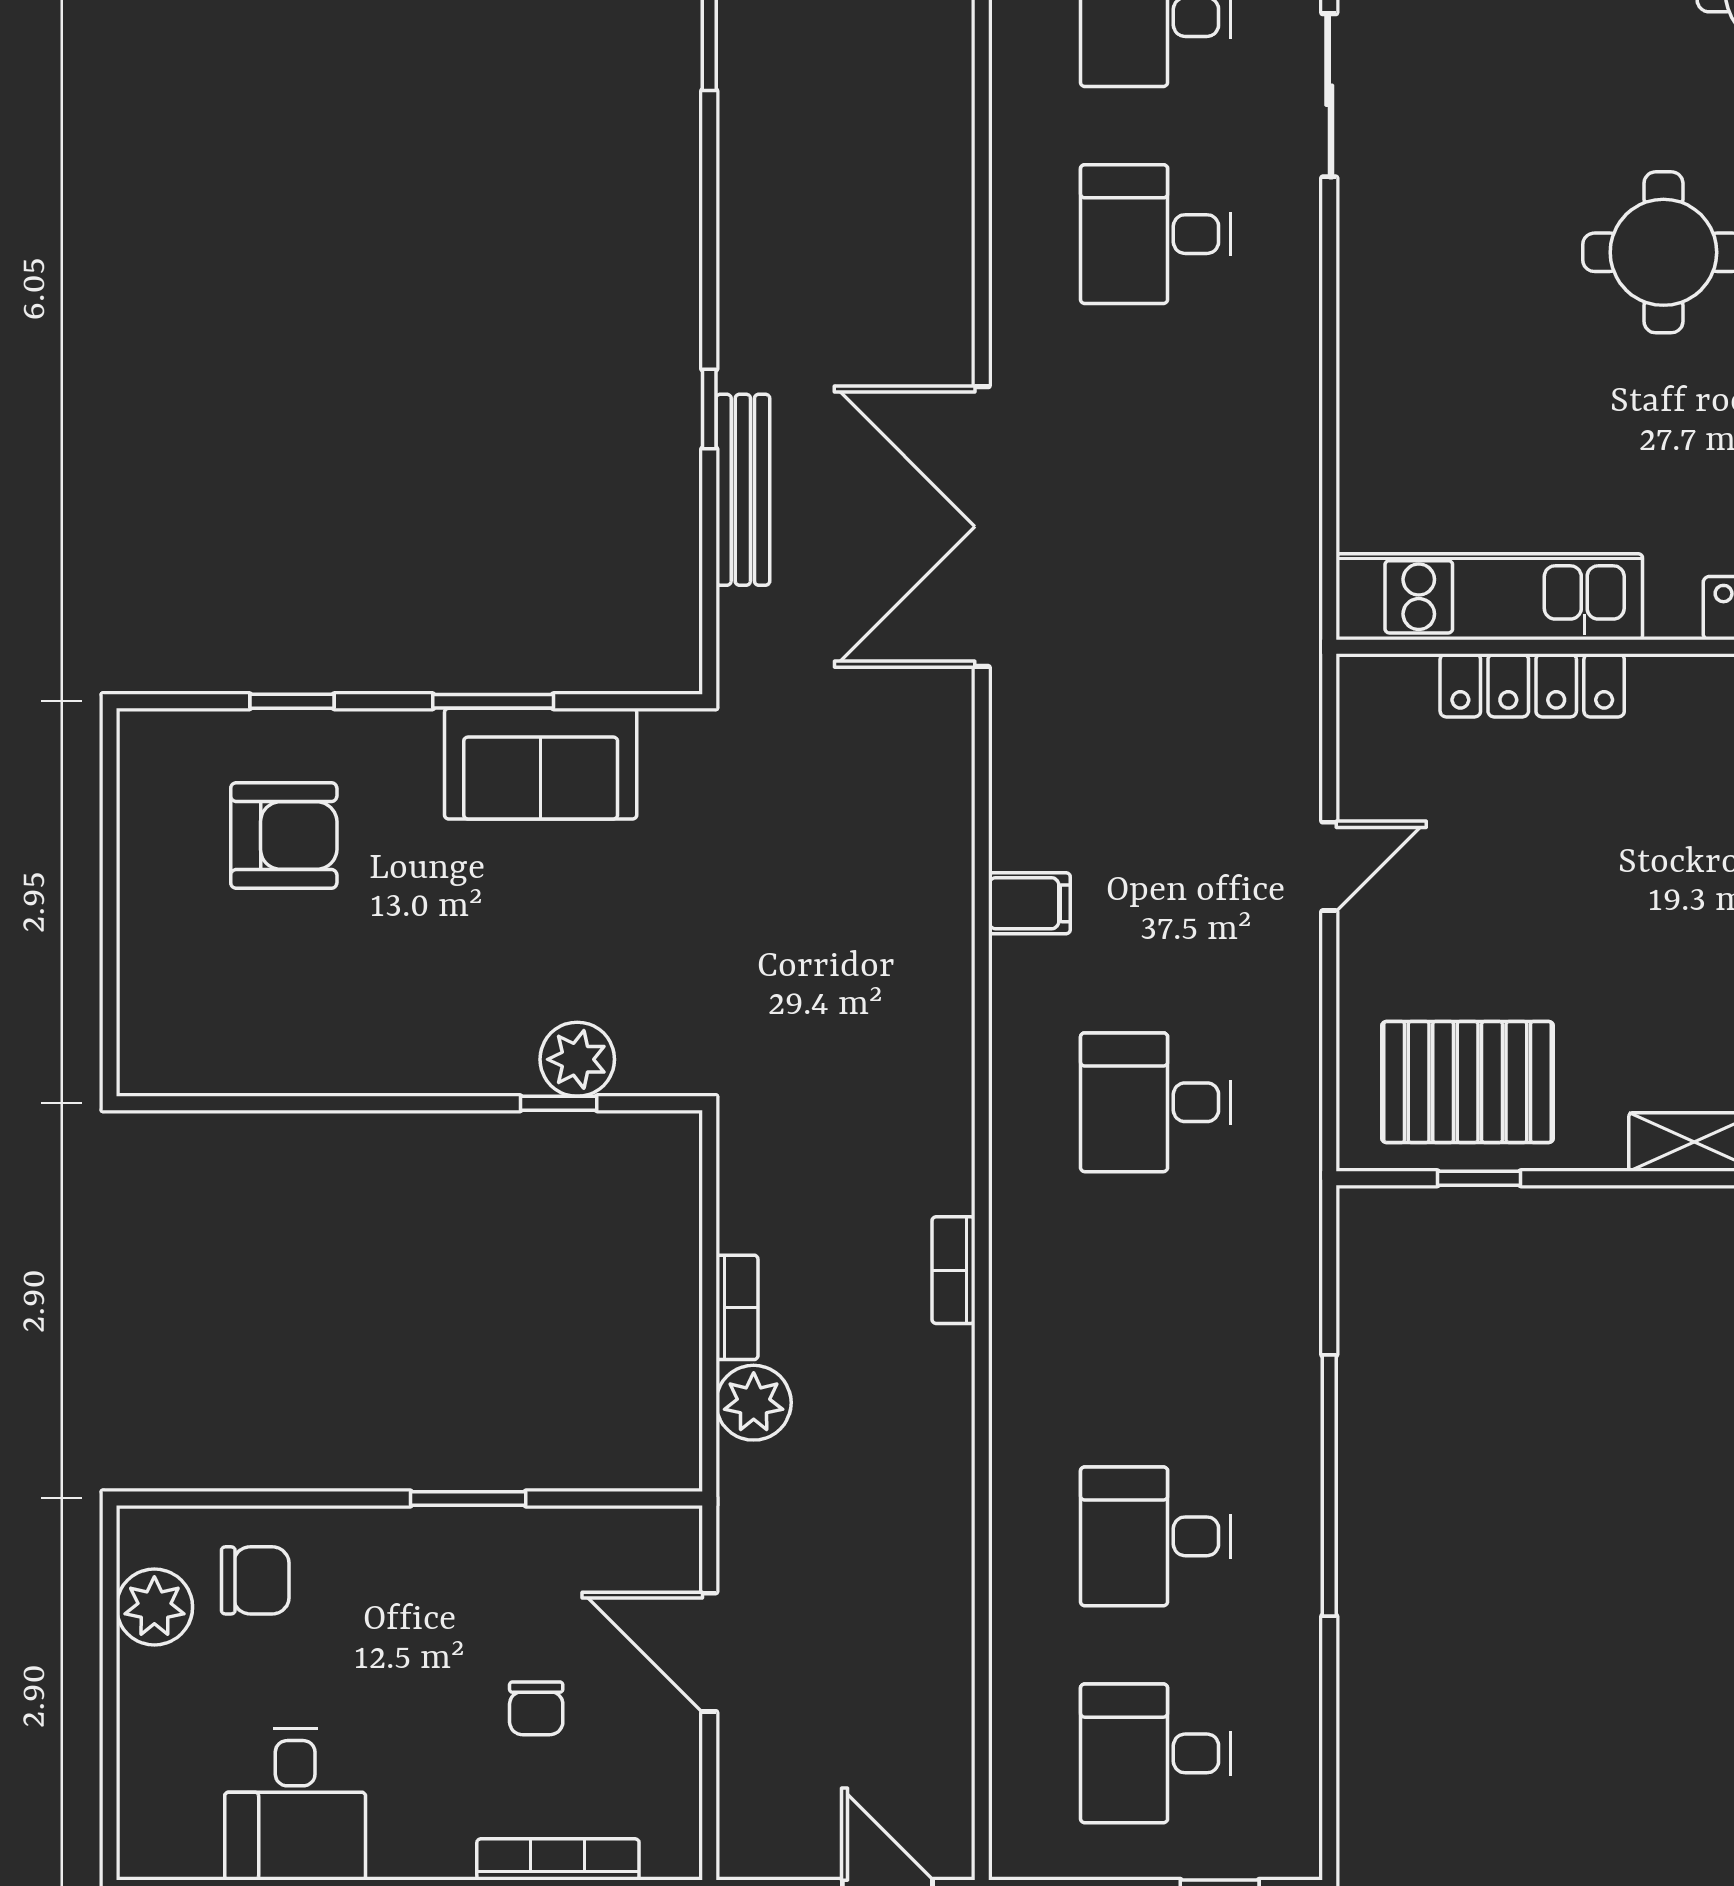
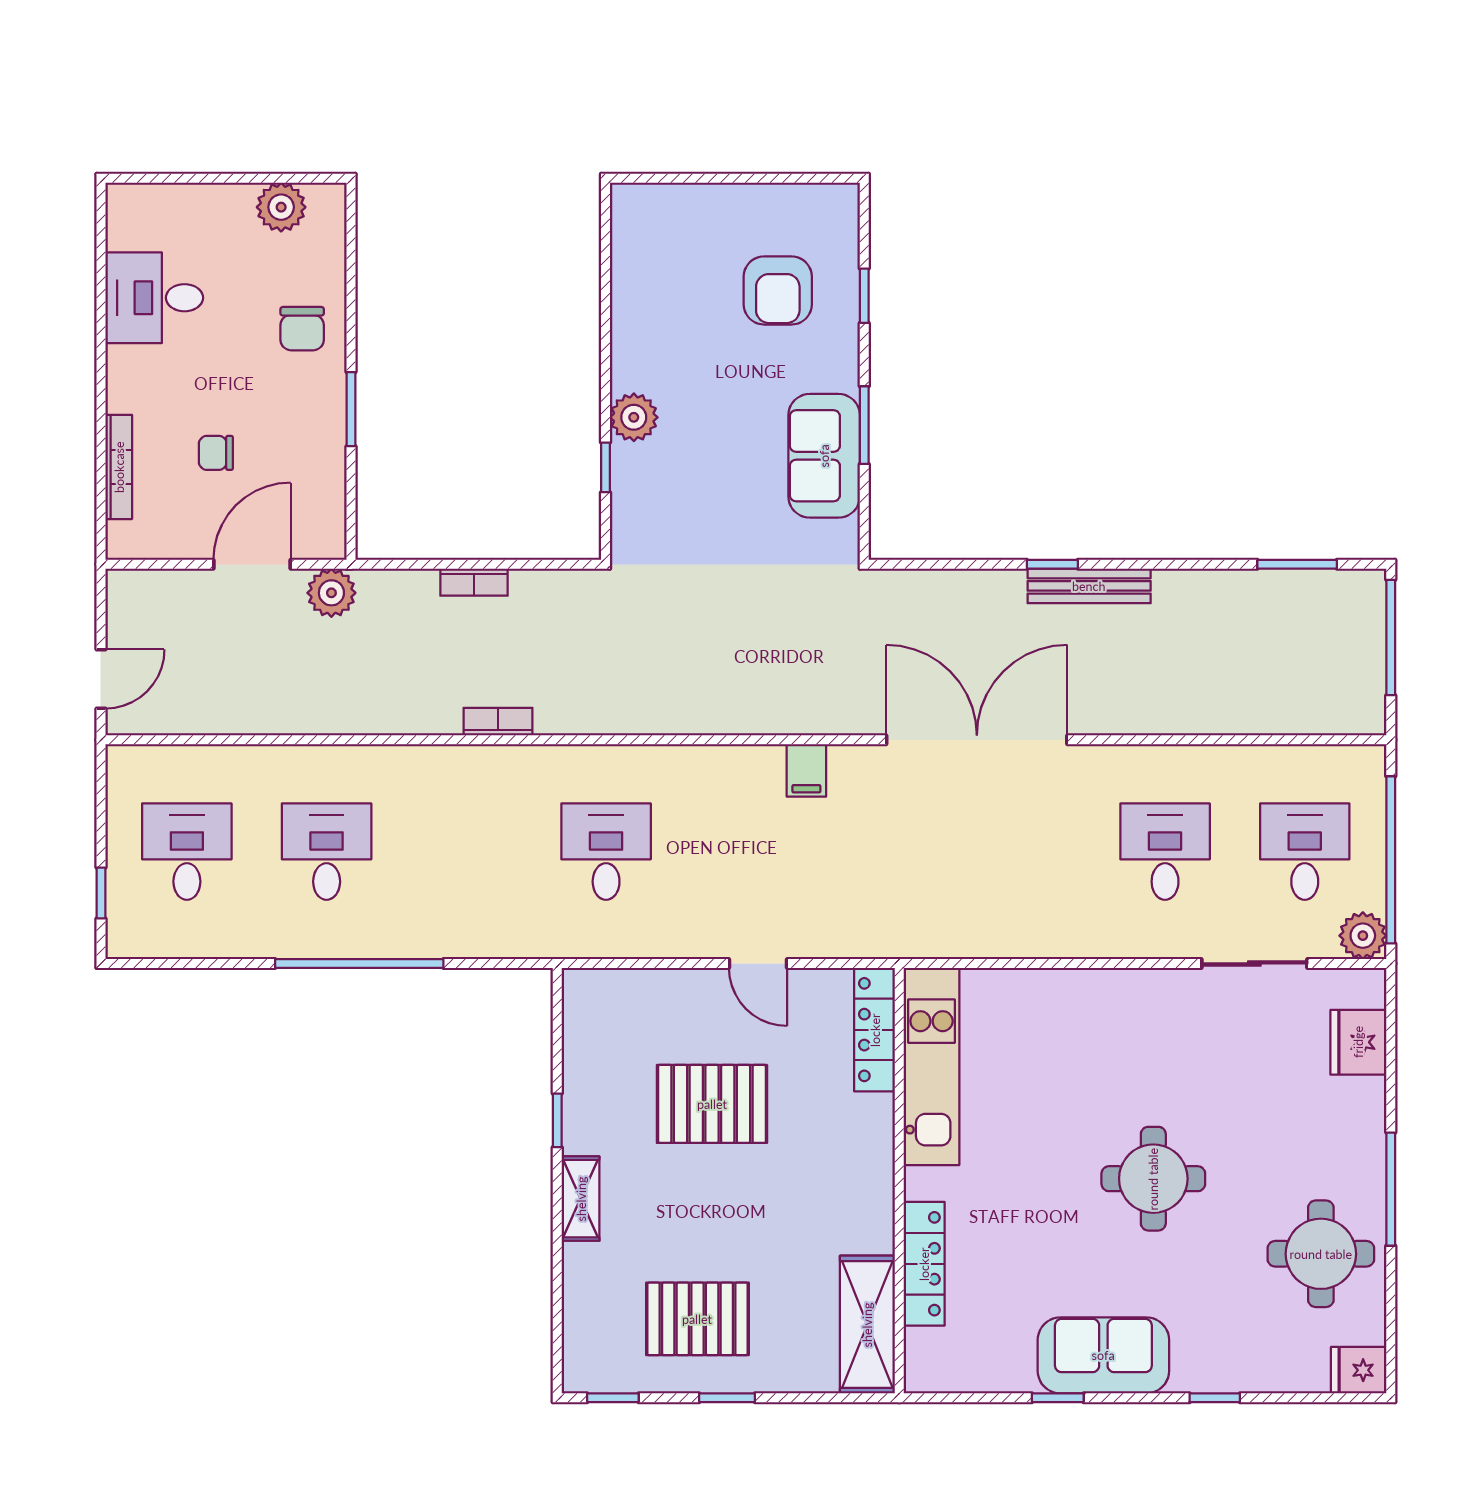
bench: (743, 490) -> (1089, 586), moved
locker: (1532, 685) -> (875, 1030), moved
filing cabinet: (1029, 903) -> (806, 770), moved
plant: (577, 1059) -> (634, 417), moved
pallet: (1468, 1082) -> (712, 1104), moved, turned 90
window: (1479, 1178) -> (557, 1120), moved
plant: (754, 1403) -> (331, 593), moved
chair: (255, 1580) -> (302, 329), moved

